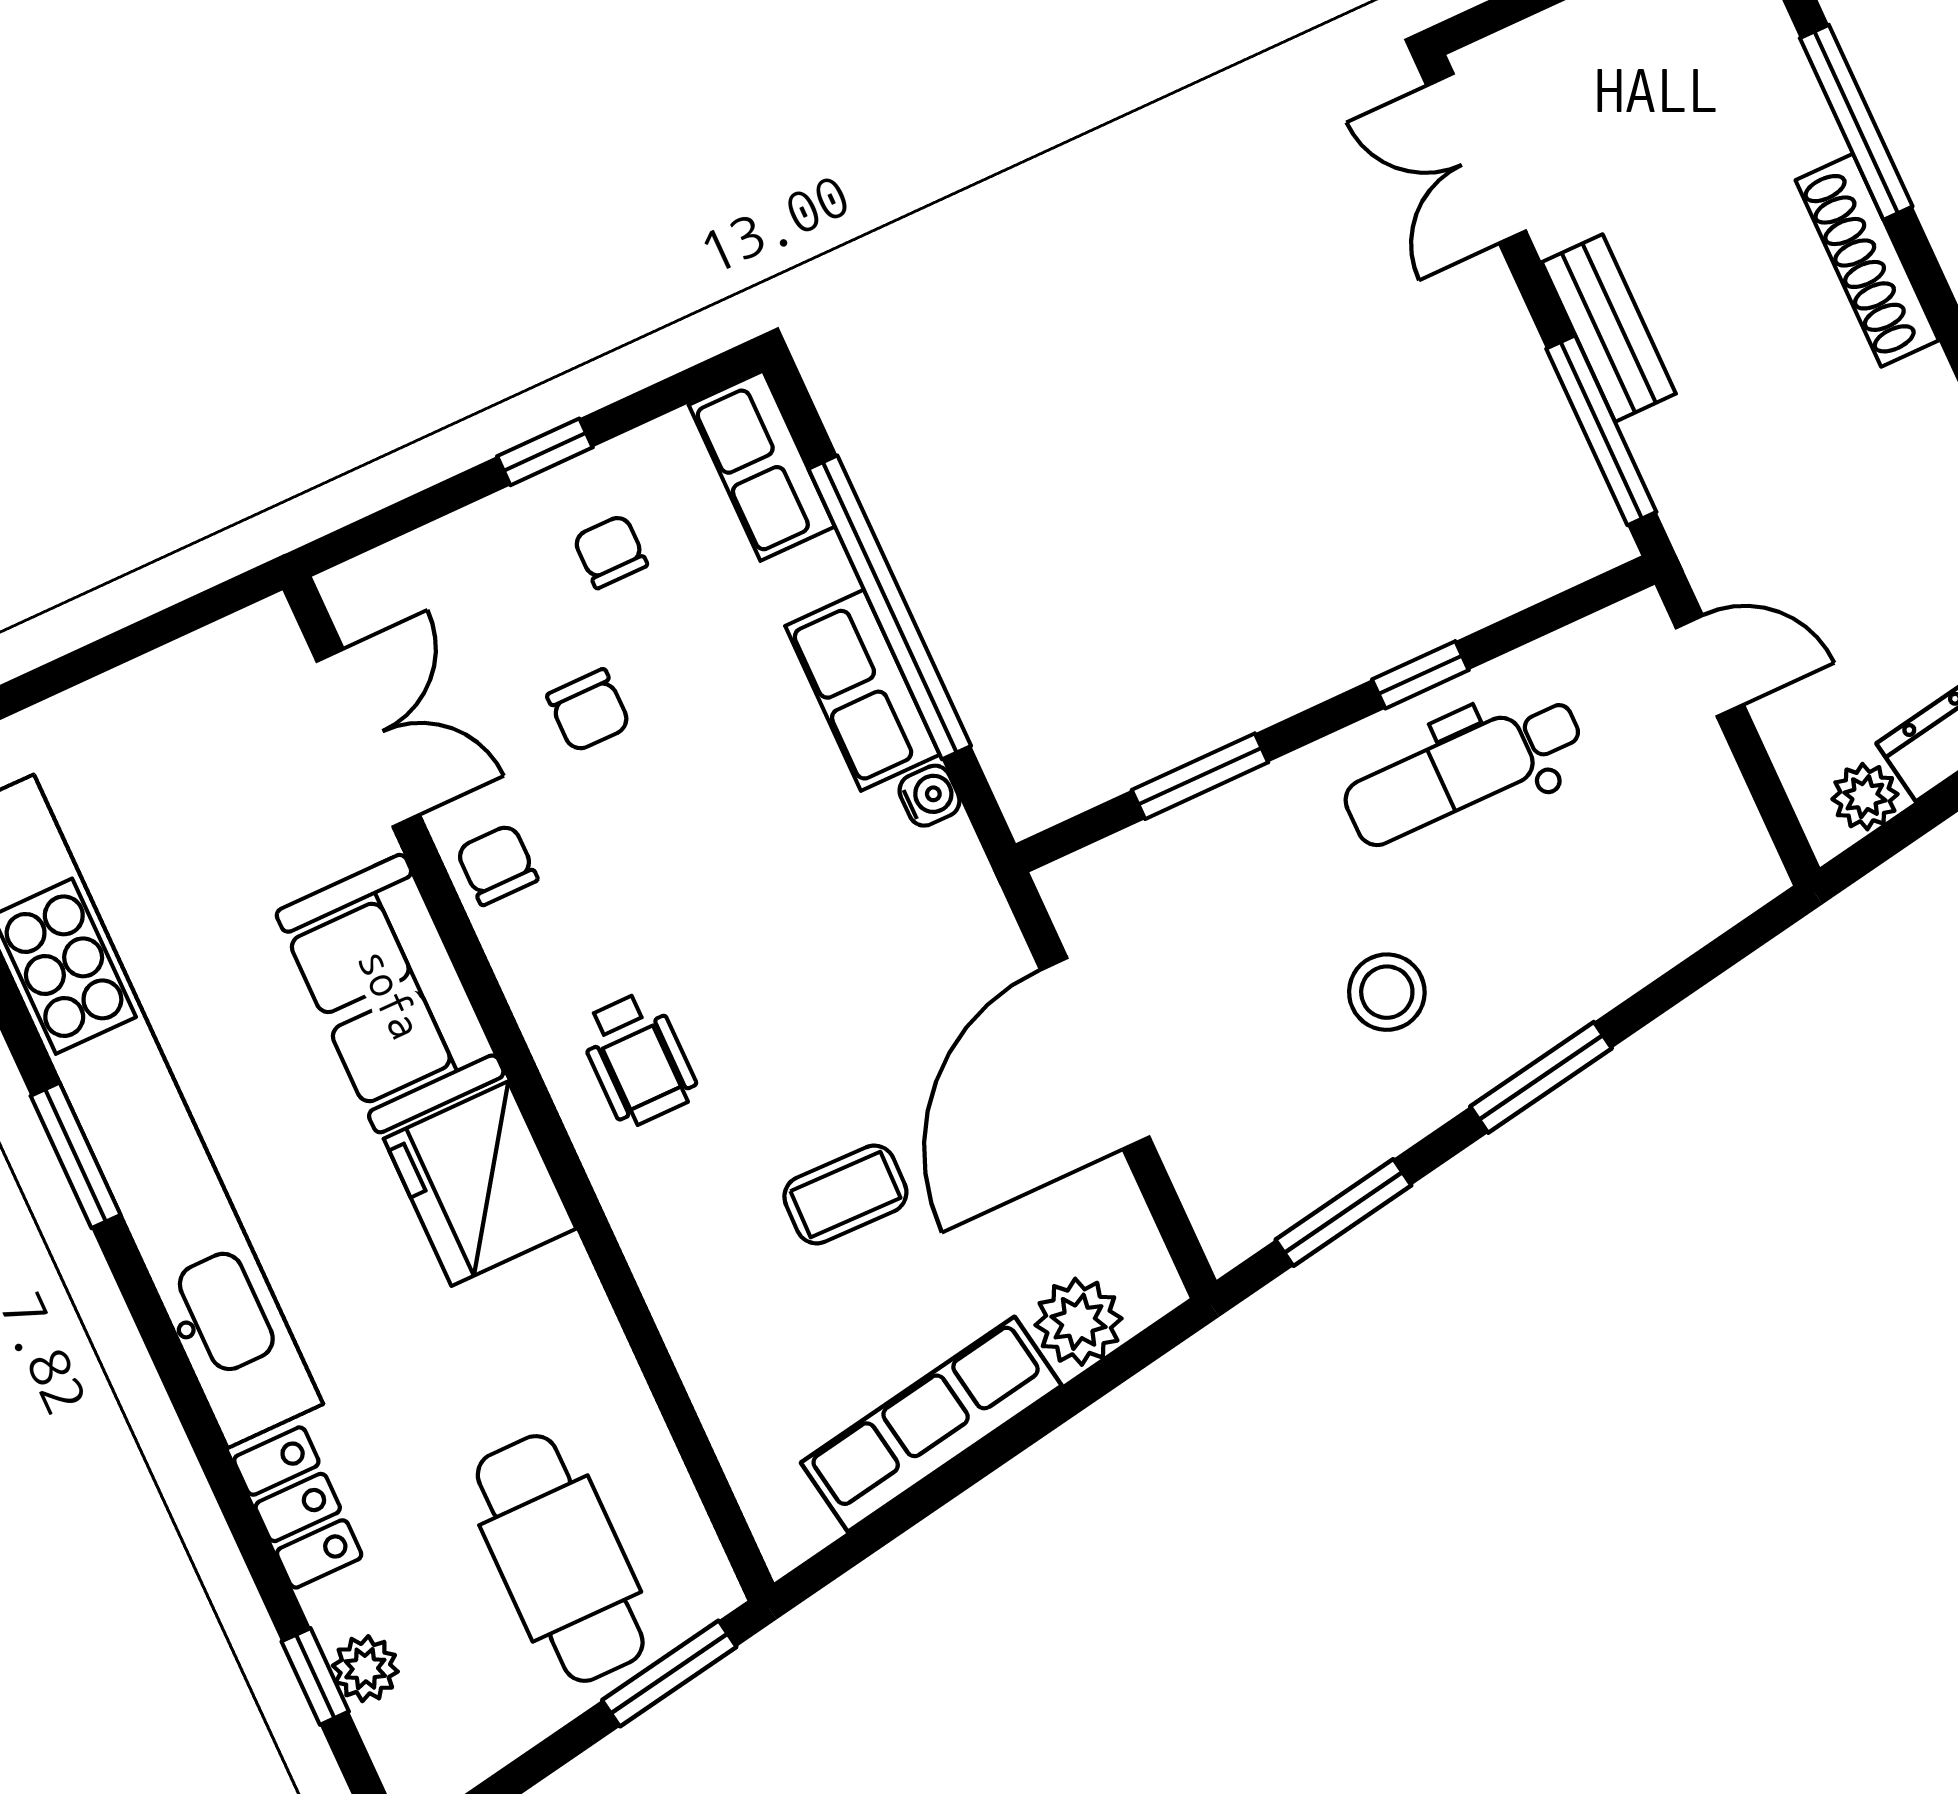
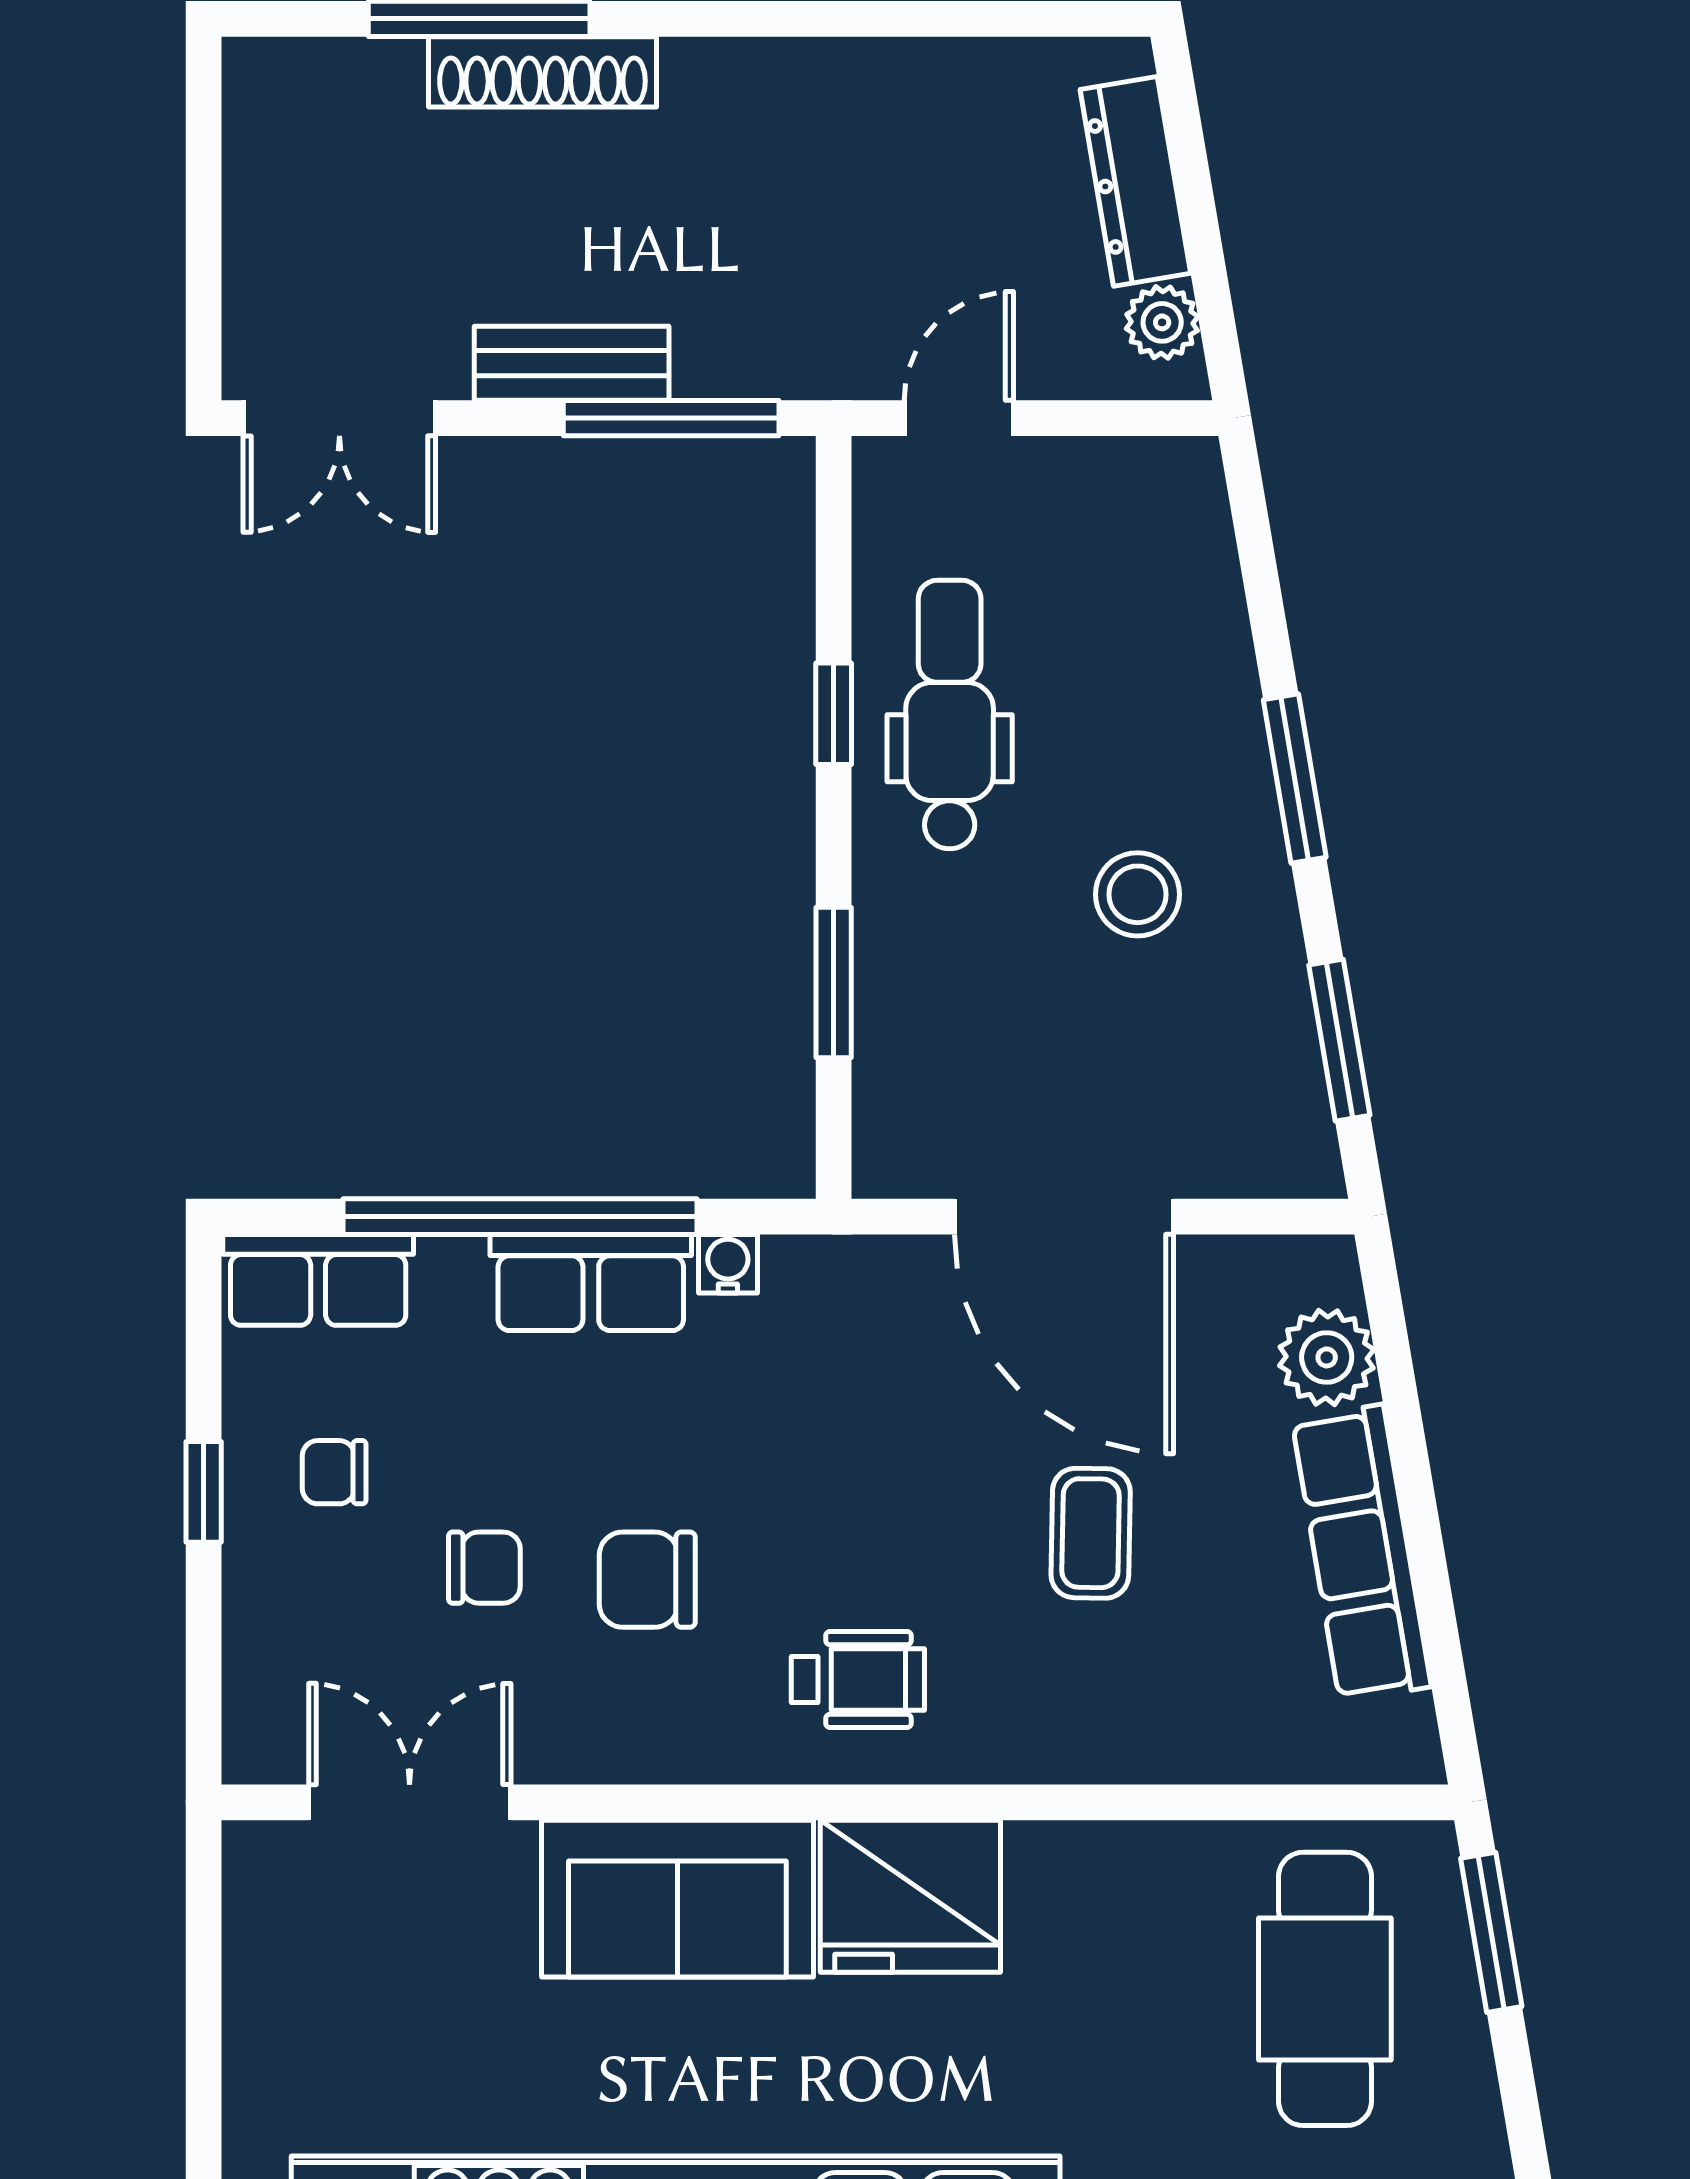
shoe rack: (1867, 260) -> (542, 72), moved
dental chair: (1463, 770) -> (950, 715), turned 180
chair: (497, 865) -> (647, 1580), moved, width x1.37, depth x1.37
cafe table: (560, 1558) -> (1325, 1989), turned 90

